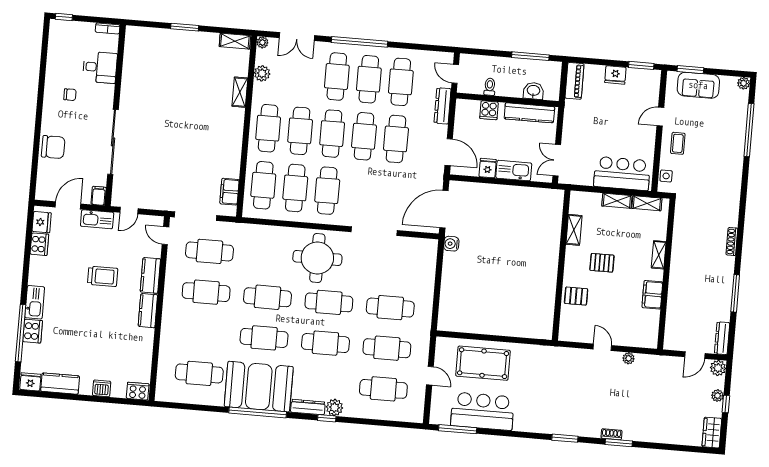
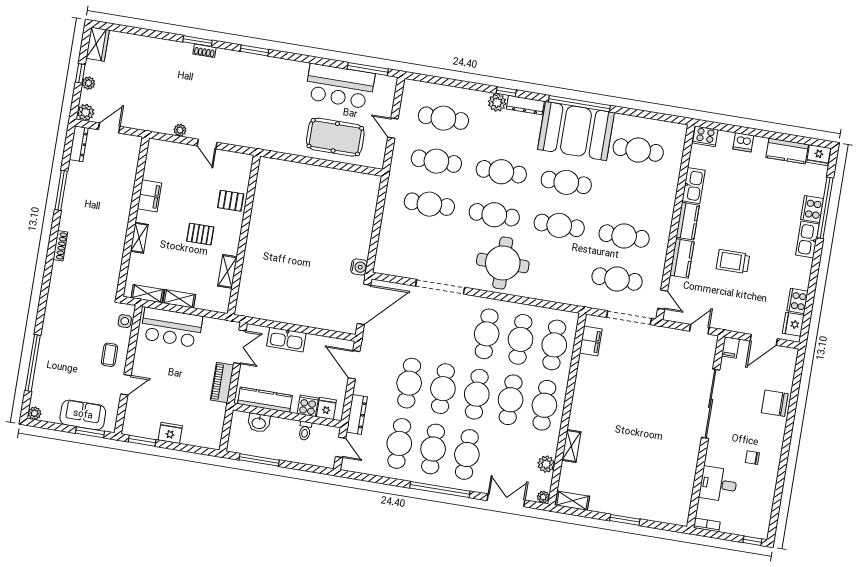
piano: (574, 81) -> (222, 383), moved
fridge: (488, 168) -> (326, 408), moved, turned 180
kitchen sink: (97, 219) -> (694, 186), moved, turned 90

